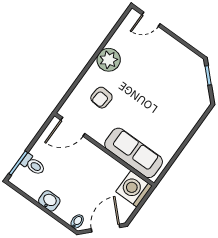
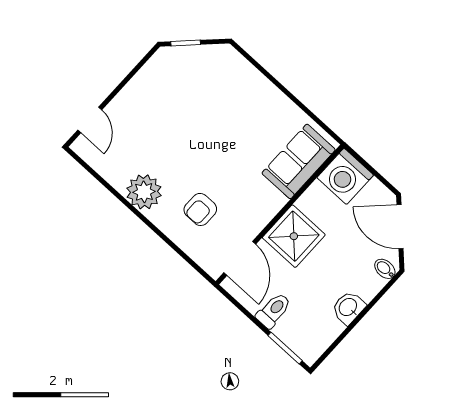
armchair: (101, 98) -> (200, 209), turned 85
sofa: (134, 153) -> (299, 161), width x0.73
shower: (91, 160) -> (294, 236), added
toilet: (33, 165) -> (274, 310), moved

